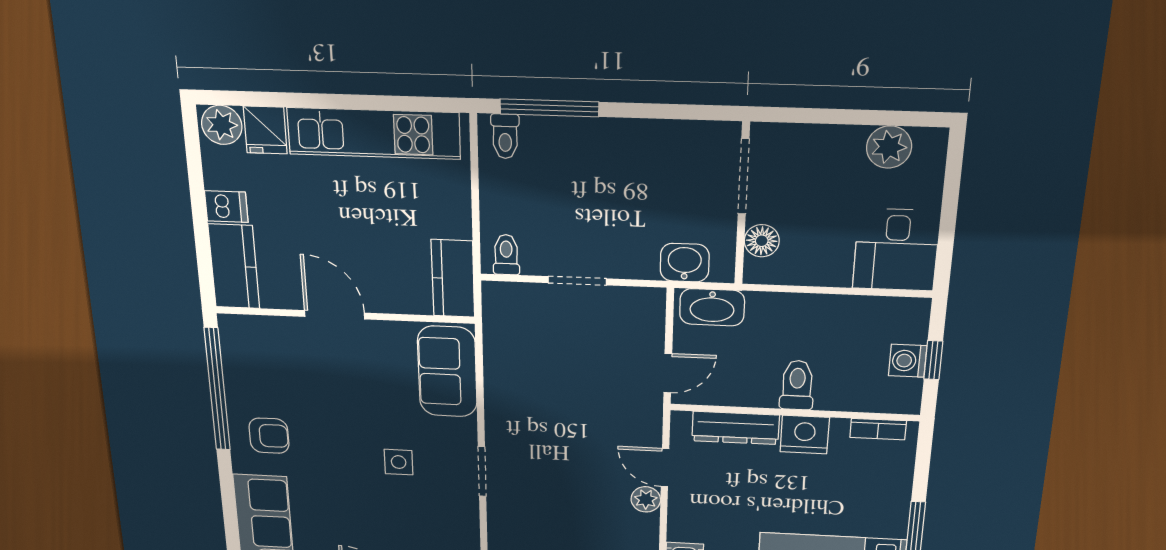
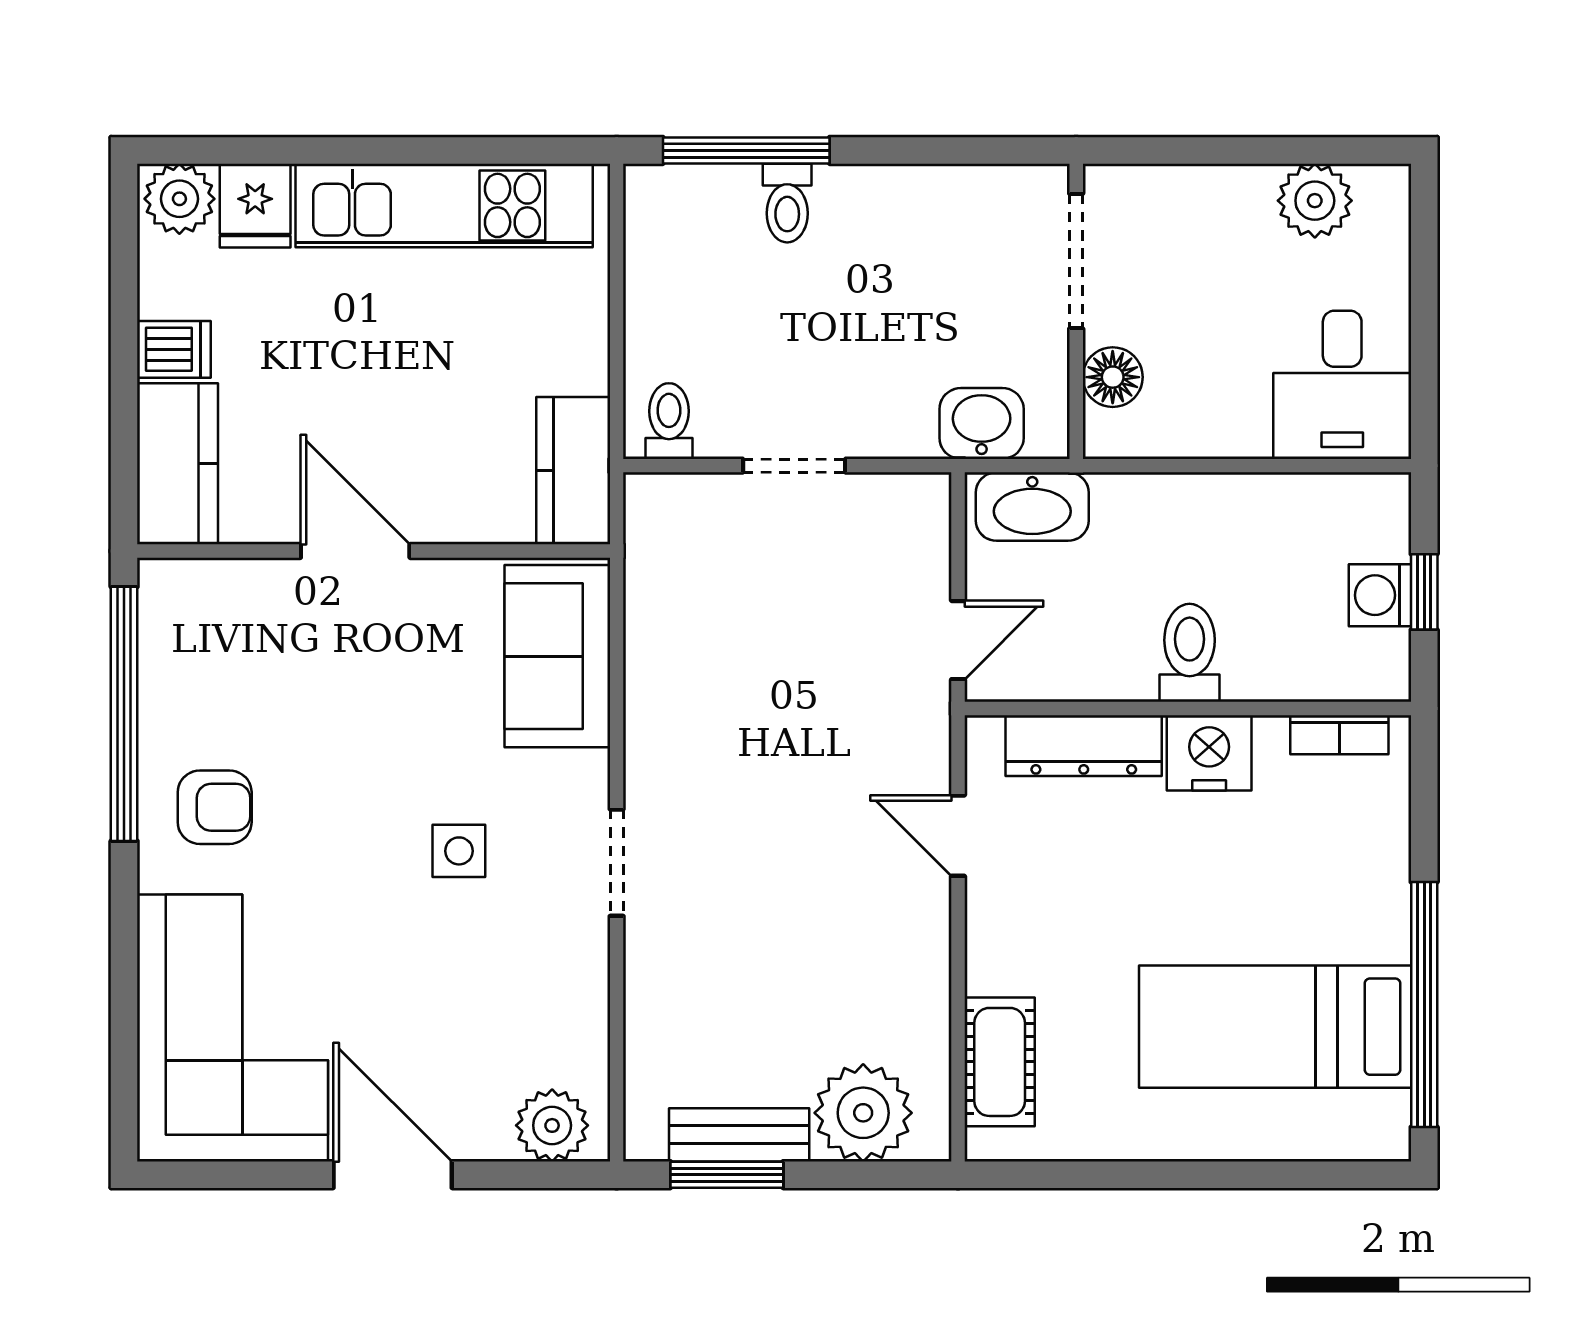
toilet: (505, 136) -> (787, 203), moved
plant: (646, 499) -> (924, 906), removed

